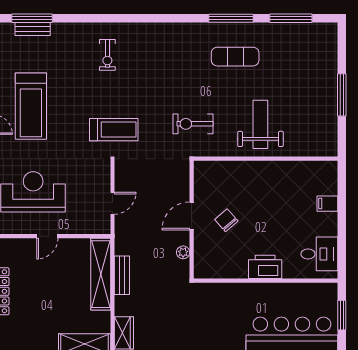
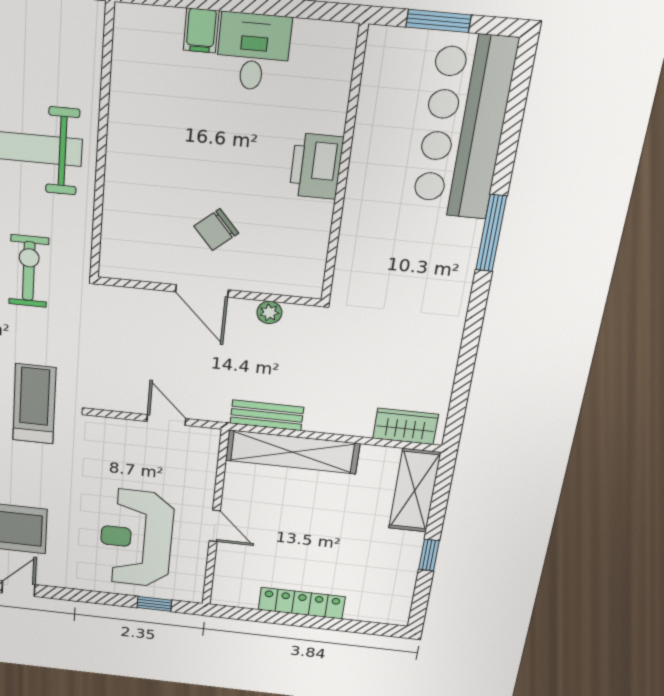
exercise bike: (193, 124) -> (29, 271), turned 180
desk: (319, 254) -> (253, 52), moved
bench: (122, 275) -> (267, 415), moved

